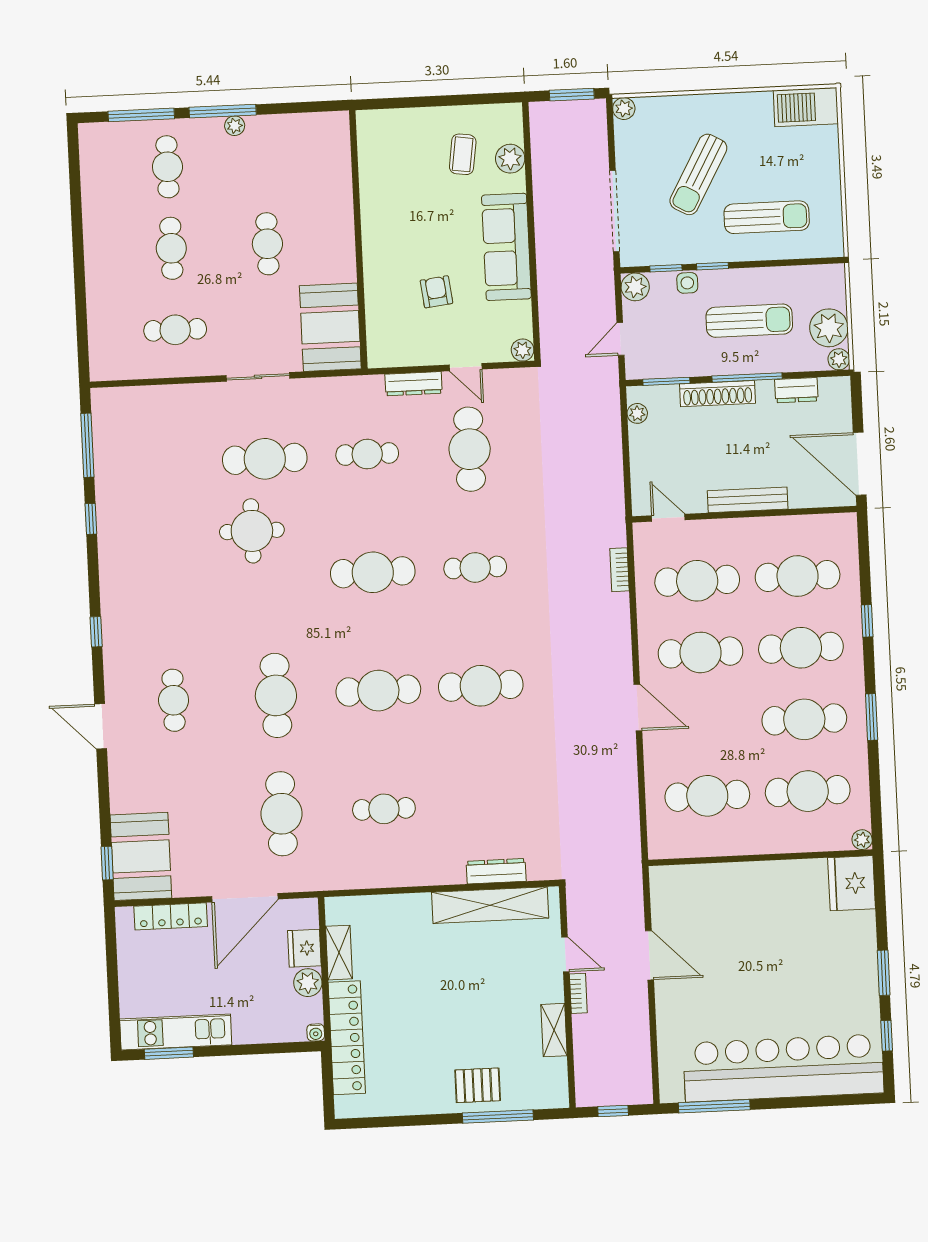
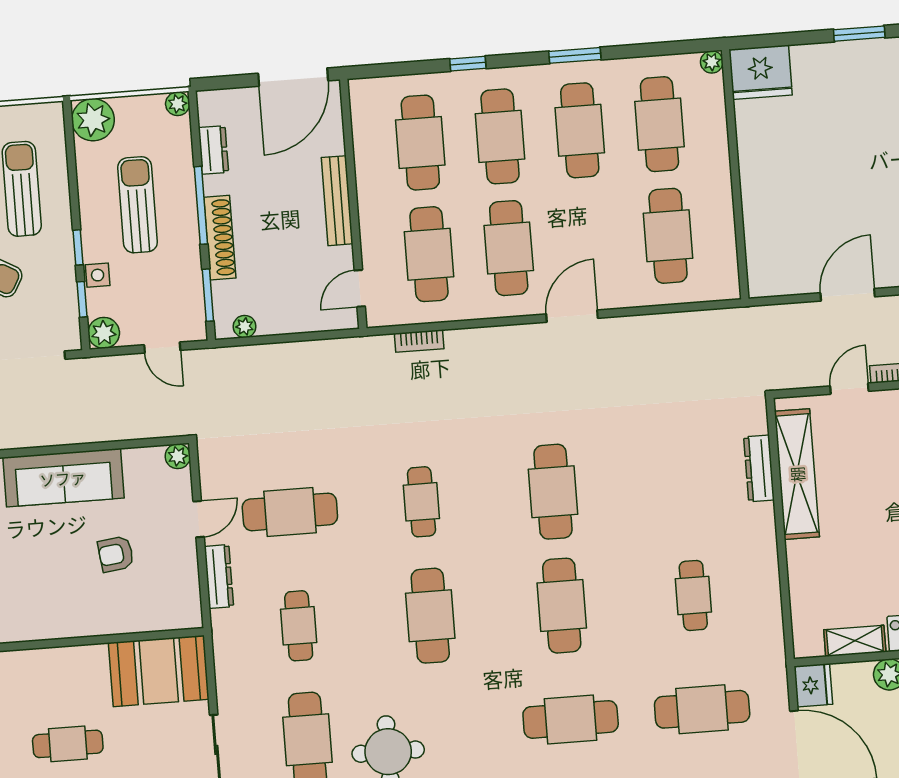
plant: (829, 328) -> (93, 120), moved
fridge: (304, 948) -> (813, 685), moved, turned -90

